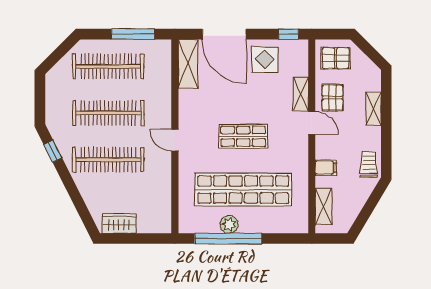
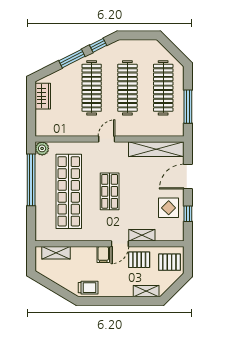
door: (224, 34) -> (188, 177), width x0.73
window: (289, 34) -> (188, 214), moved
pallet: (336, 58) -> (169, 262), turned 90
shelving: (188, 64) -> (156, 149), width x1.47
shelving: (374, 109) -> (146, 291), moved
filing cabinet: (326, 168) -> (103, 255), moved
window: (70, 186) -> (72, 59), added
plant: (229, 224) -> (42, 148), moved

